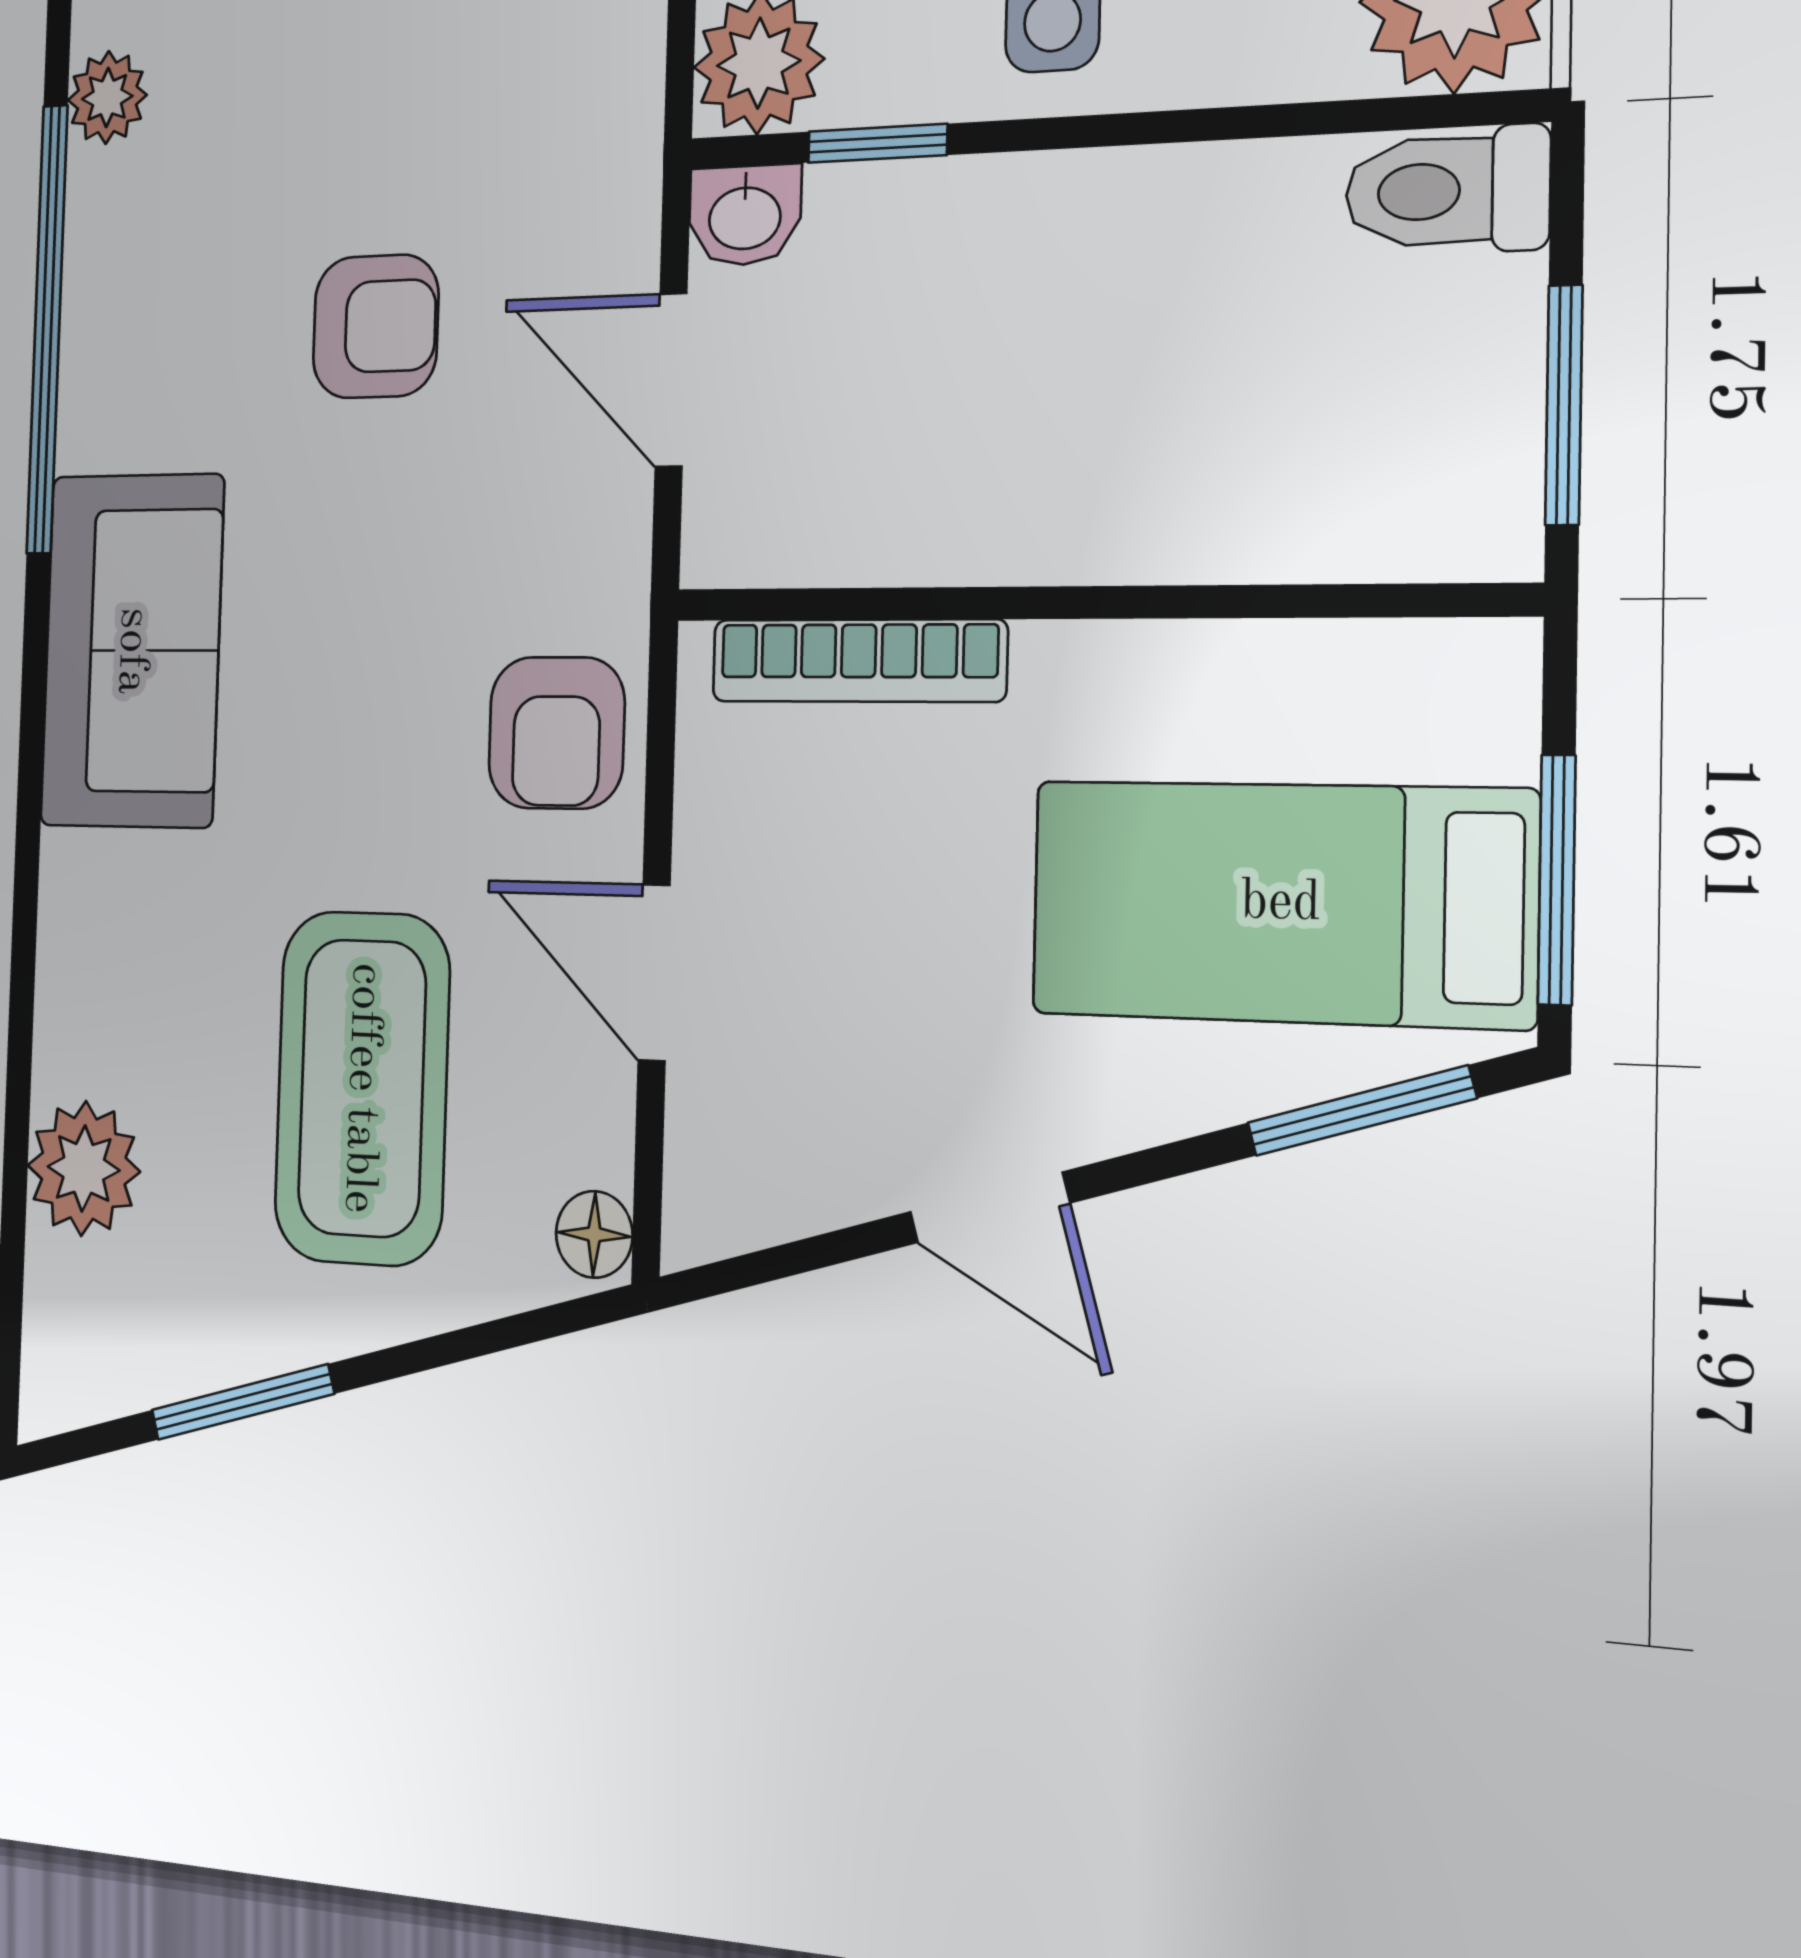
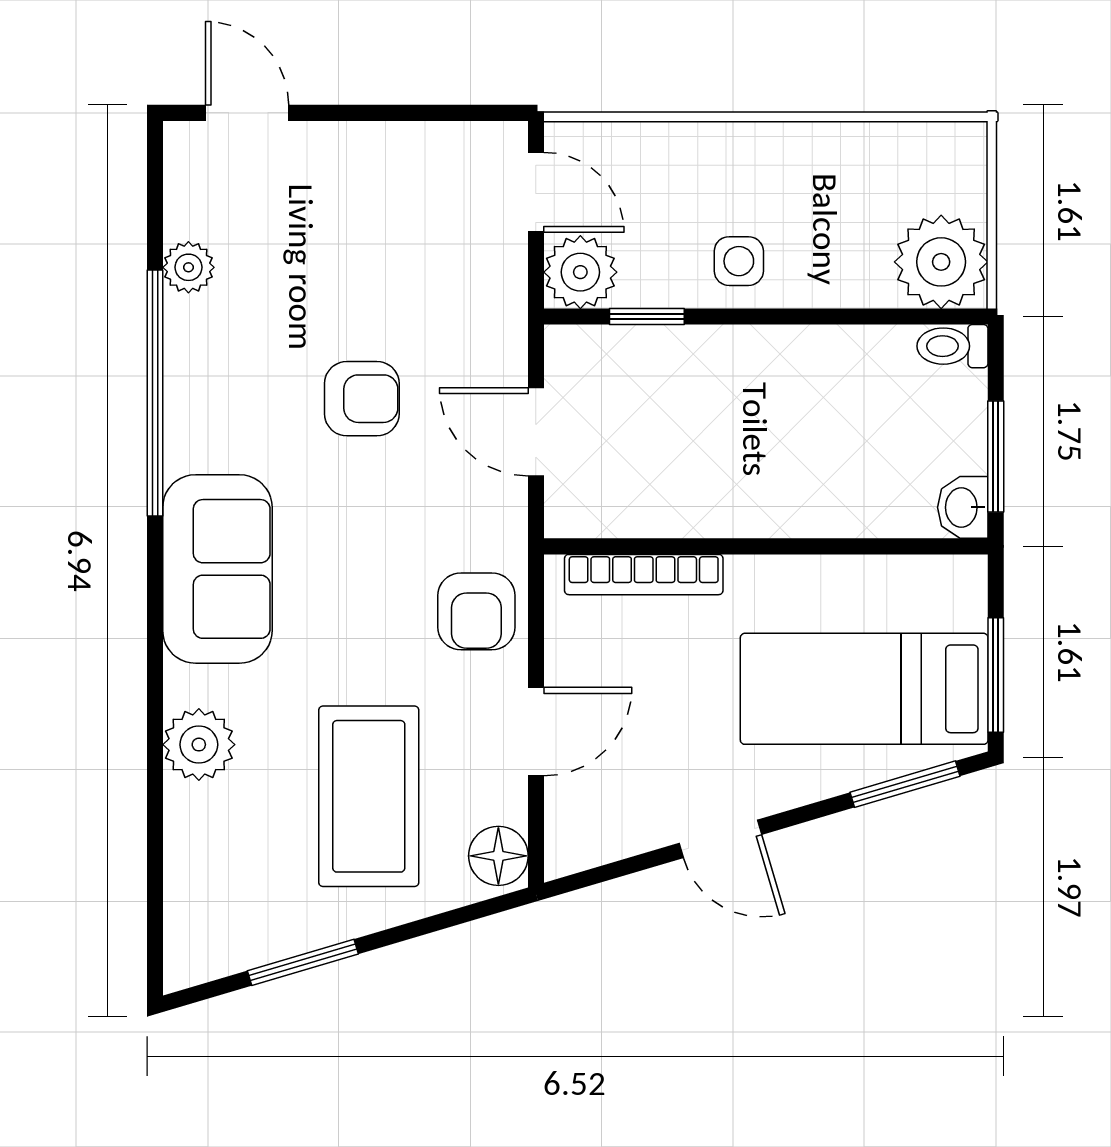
toilet: (1447, 191) -> (952, 346), width x0.73, depth x0.72
washbasin: (745, 215) -> (963, 507), moved, turned 90
door: (654, 973) -> (536, 732), swing flipped
plant: (84, 1168) -> (199, 745), moved
floor lamp: (594, 1234) -> (498, 856), width x1.37, depth x1.37

